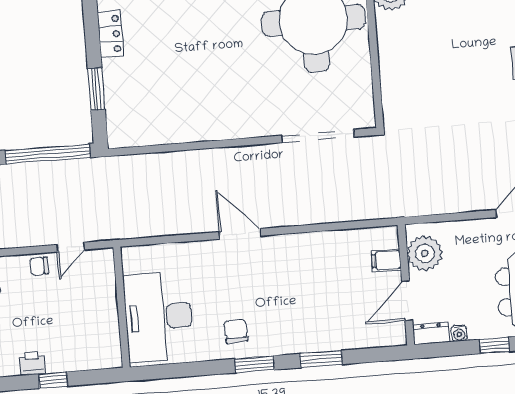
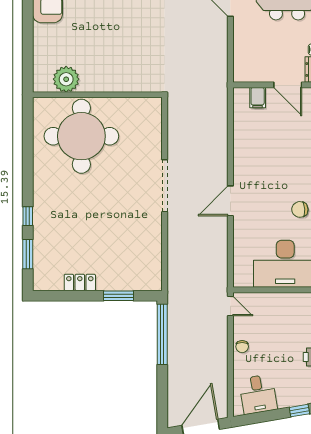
doorway: (318, 136) -> (165, 186), moved
door: (71, 247) -> (230, 306), moved
plant: (425, 253) -> (255, 70), removed

